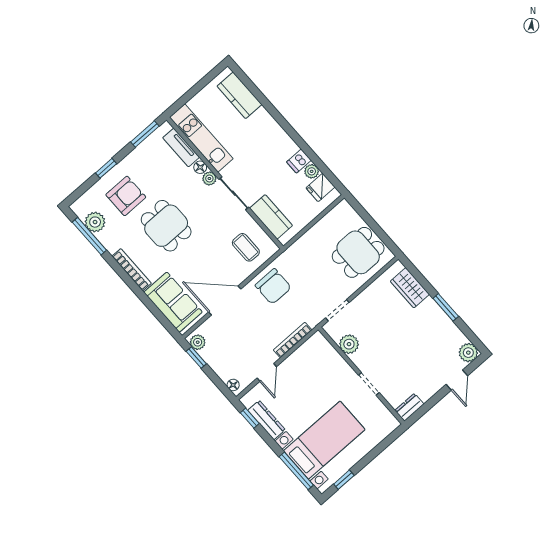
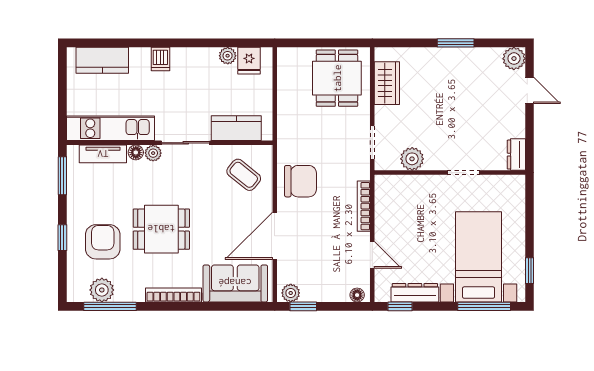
dishwasher: (299, 161) -> (160, 59), moved
coffee table: (246, 247) -> (244, 175), turned 39
wardrobe: (410, 288) -> (387, 83), moved, turned -90

